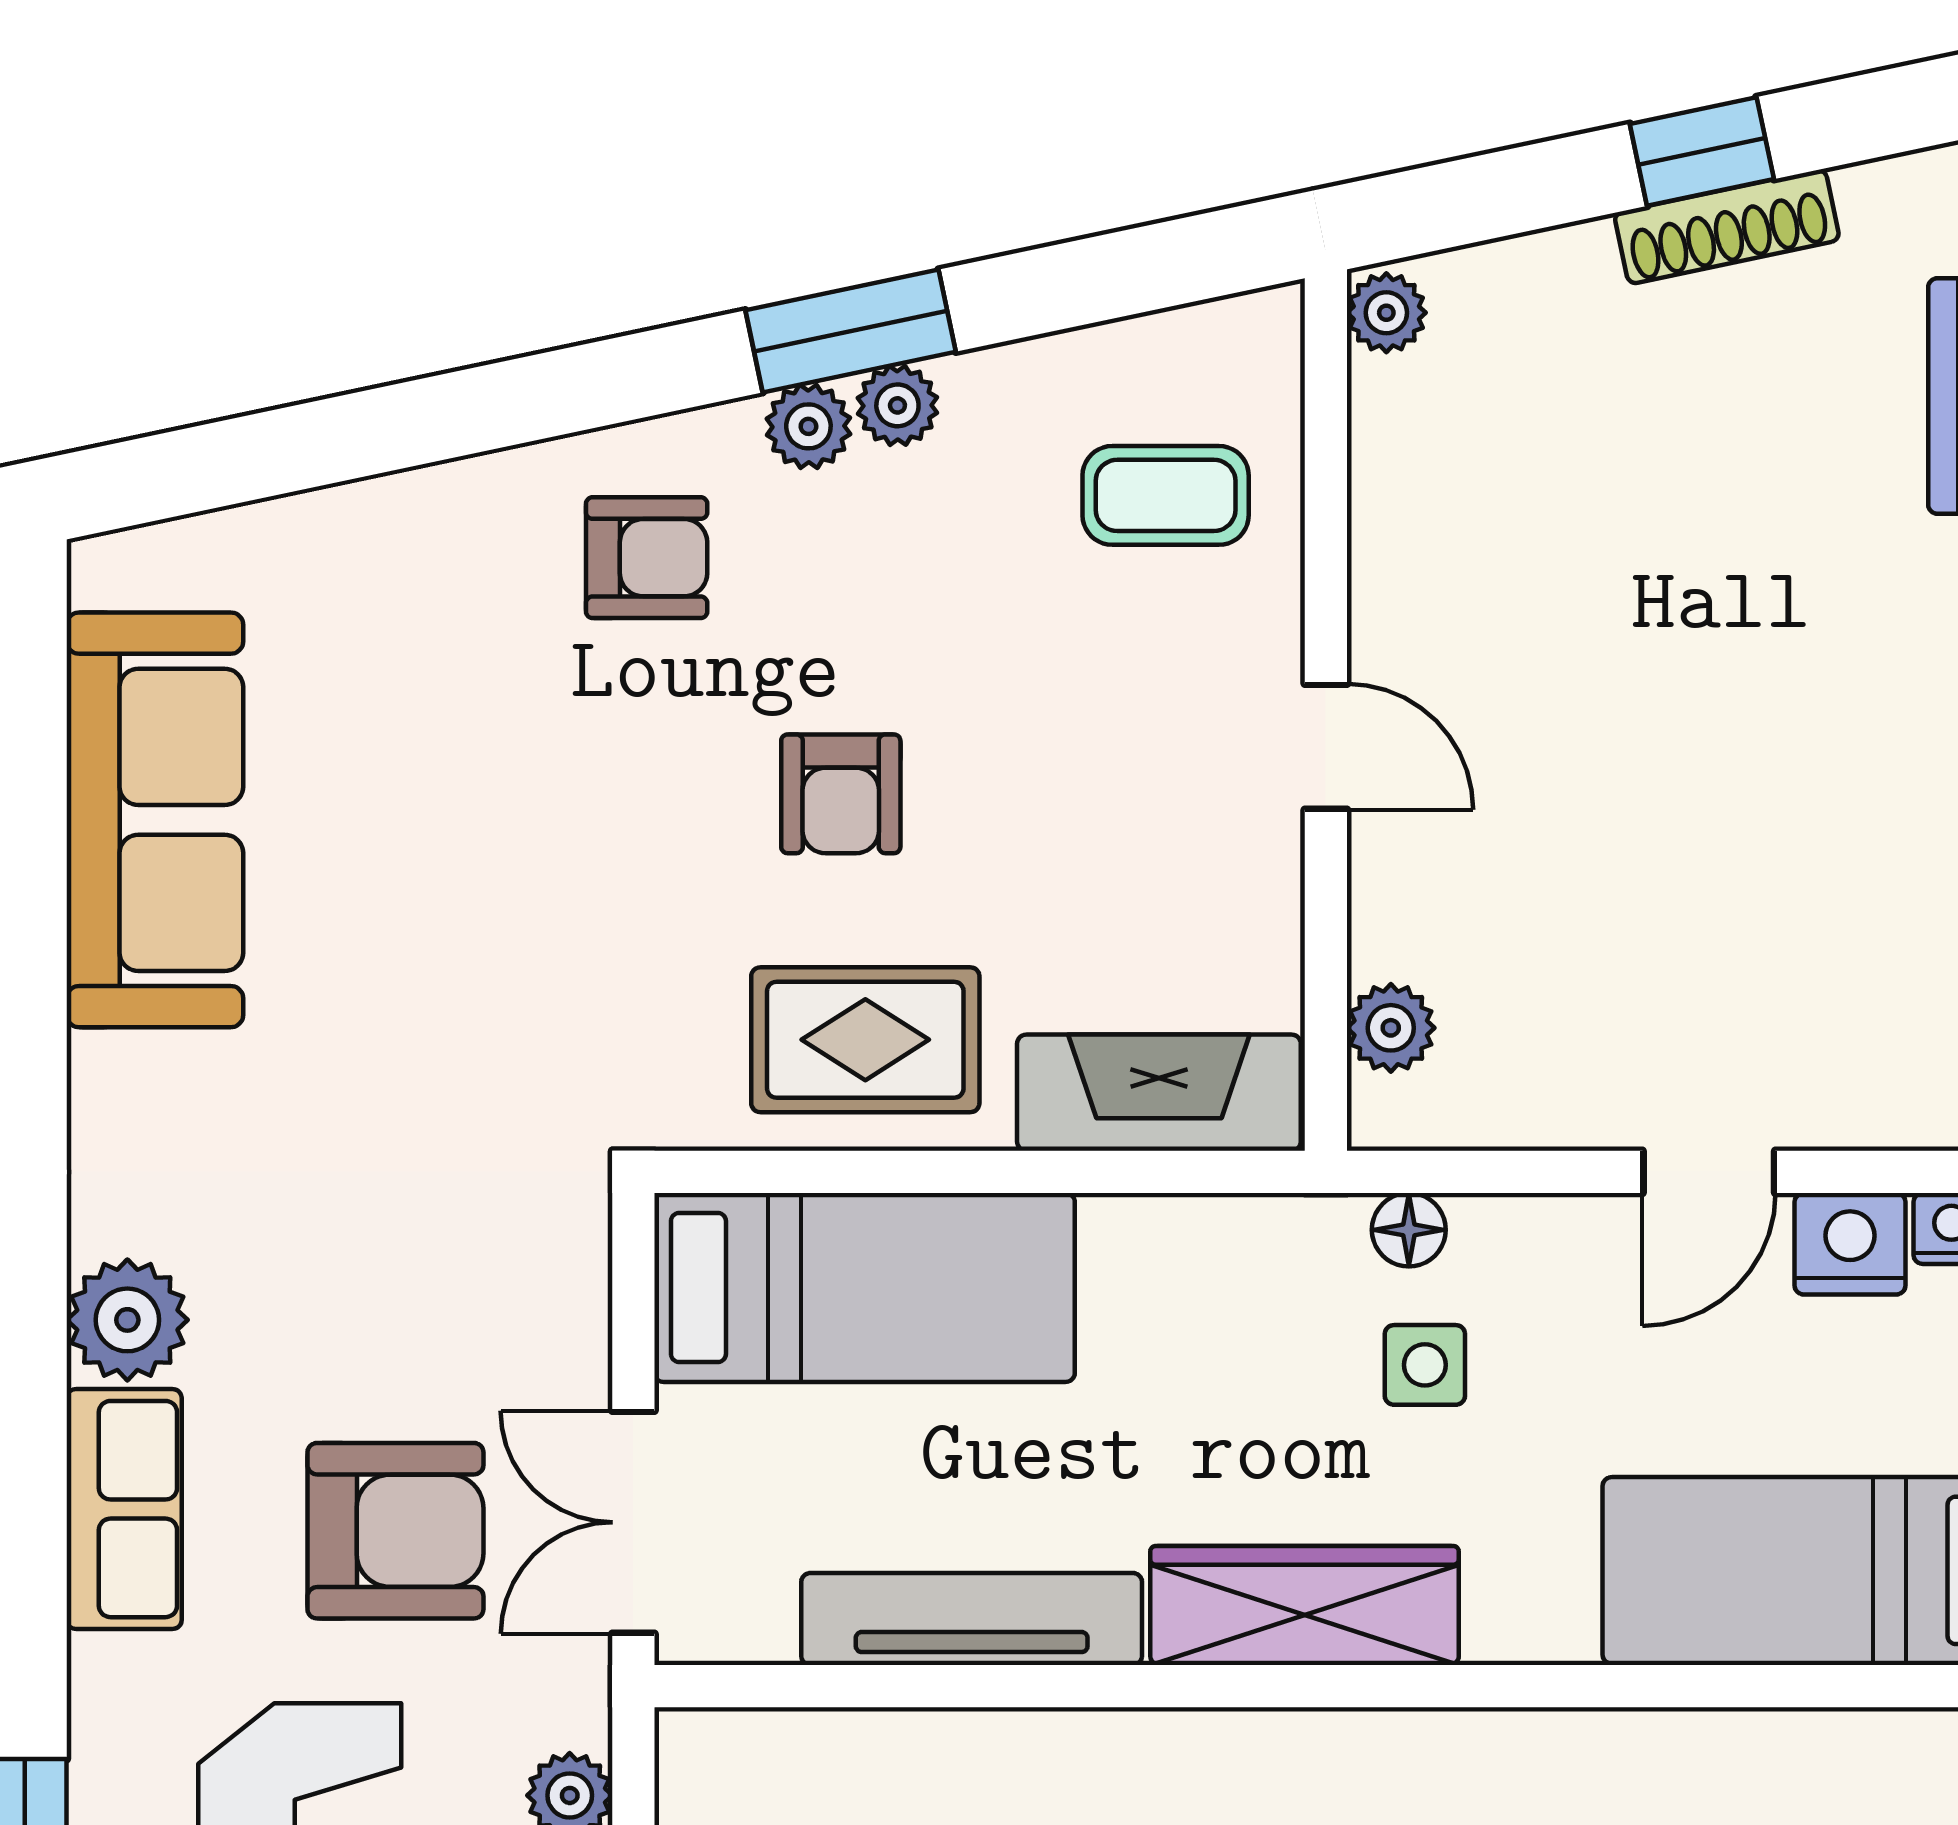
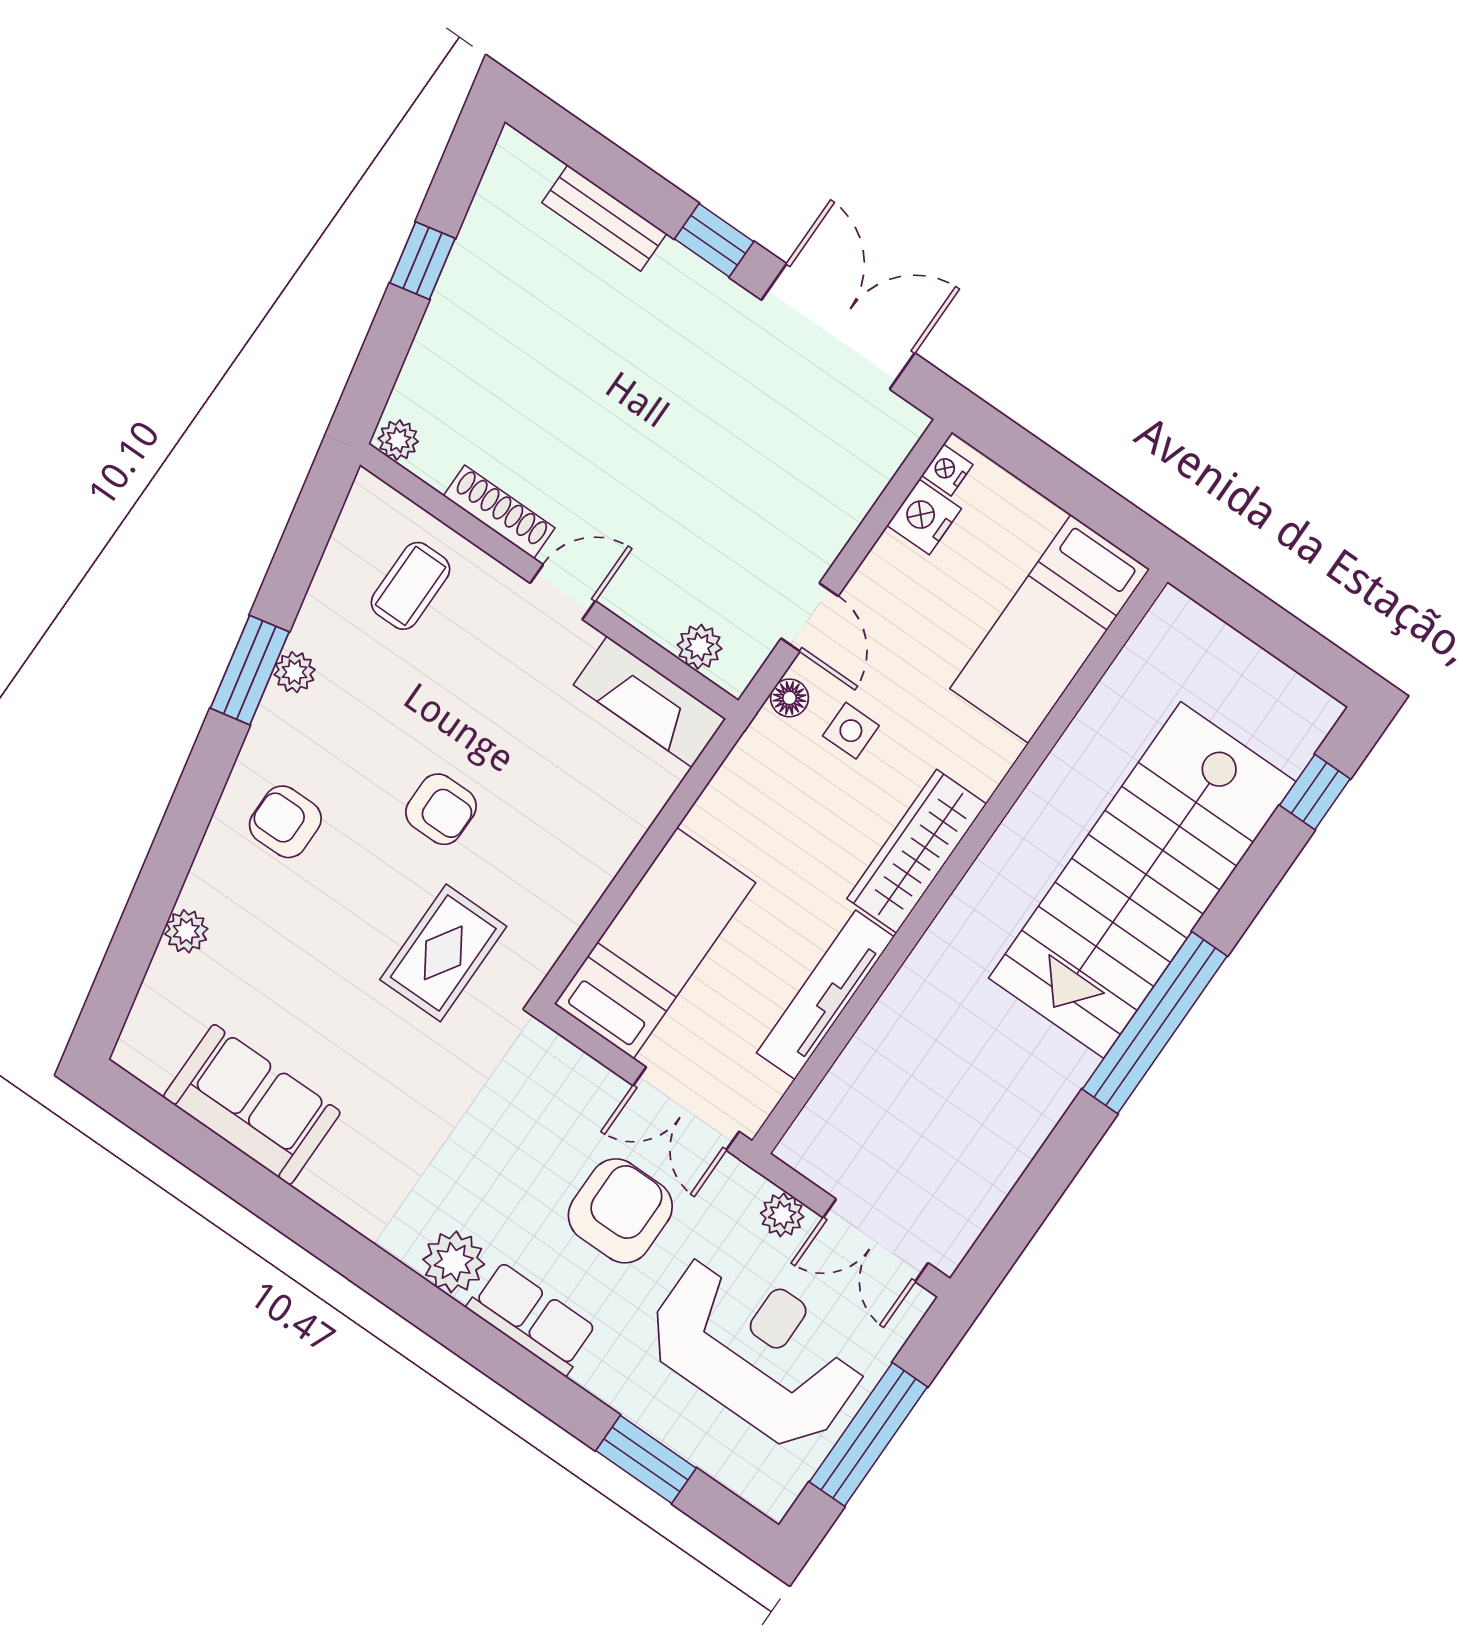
shoe rack: (1727, 227) -> (499, 512), moved, turned -78
plant: (808, 426) -> (186, 931), moved
armchair: (647, 558) -> (285, 822), turned -90
sofa: (155, 820) -> (252, 1104), width x0.73
rug: (865, 1040) -> (443, 953), moved
fireplace: (1159, 1093) -> (650, 702), moved, turned -90
door: (1709, 1172) -> (810, 617), moved

